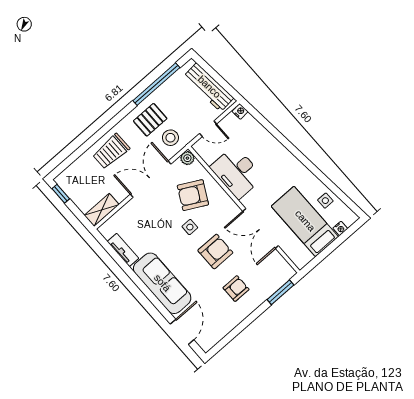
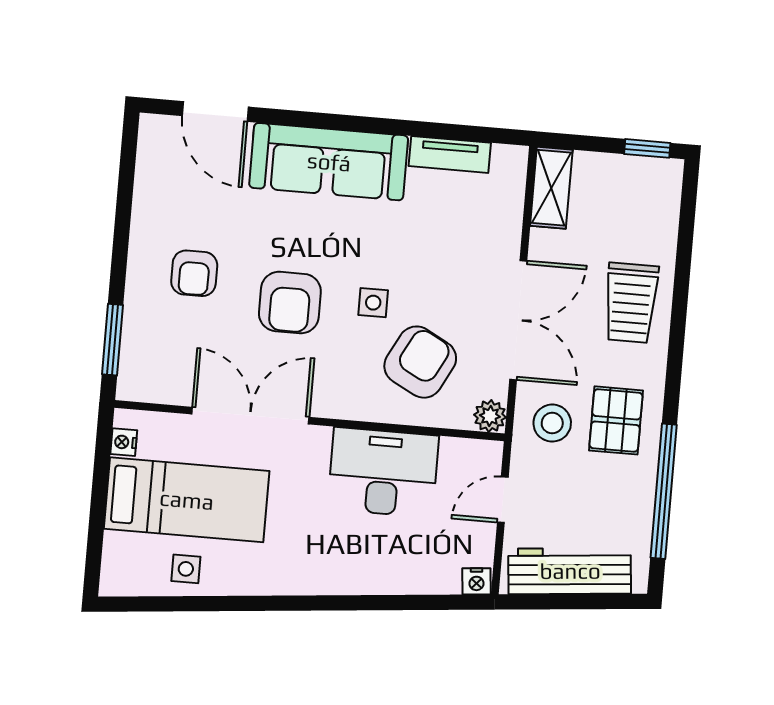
trolley: (111, 151) -> (631, 303), turned 180
nightstand: (340, 228) -> (124, 442), moved

